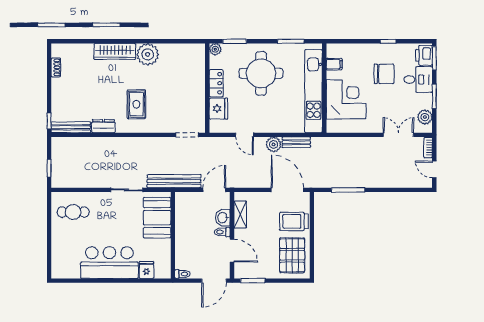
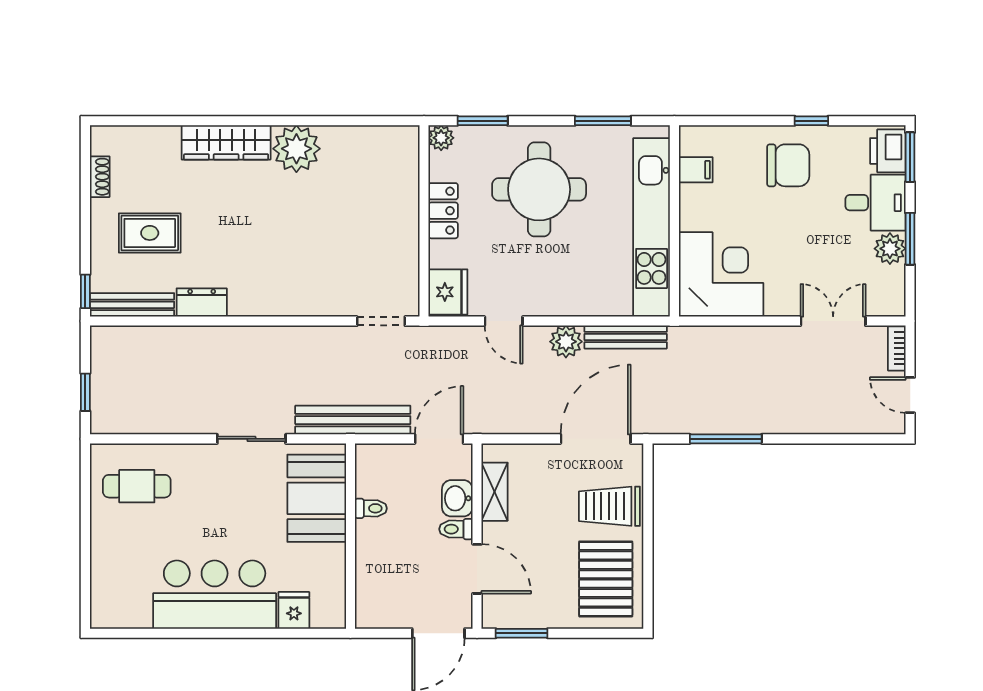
chair: (384, 74) -> (788, 165), moved
corner desk: (346, 99) -> (721, 274), moved
rug: (136, 104) -> (150, 233), moved, turned 90
fridge: (218, 109) -> (448, 292), moved
plant: (425, 117) -> (890, 249), moved
bench: (296, 142) -> (626, 337), width x1.36
door: (287, 190) -> (596, 439), hinge flipped
toilet: (182, 274) -> (371, 508), moved

